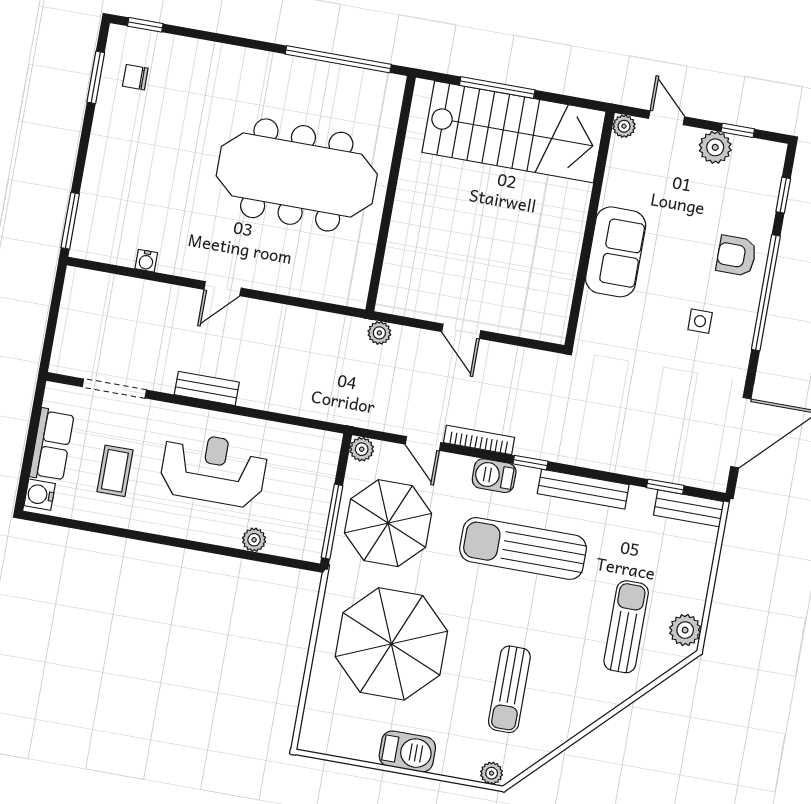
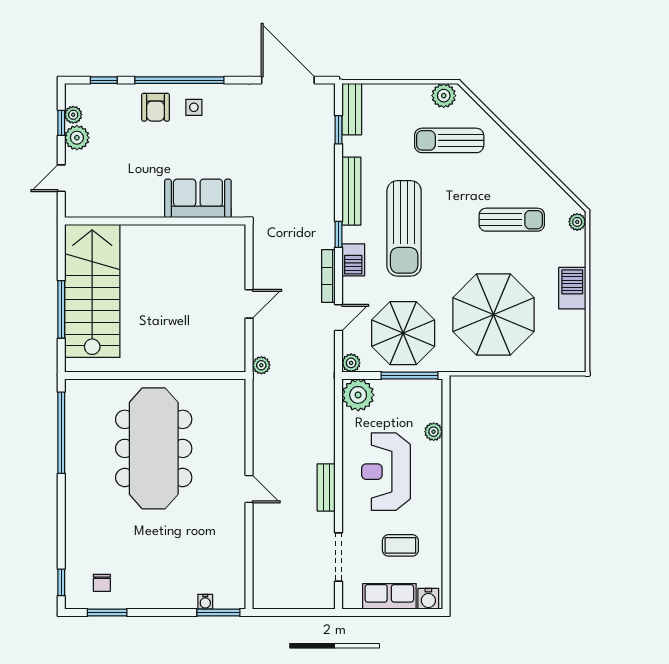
plant: (624, 126) -> (73, 115), moved
sofa: (616, 252) -> (198, 198), moved
water cooler: (146, 261) -> (205, 602), moved, turned 90
side table: (700, 321) -> (194, 107), moved
plant: (319, 451) -> (358, 395), added

